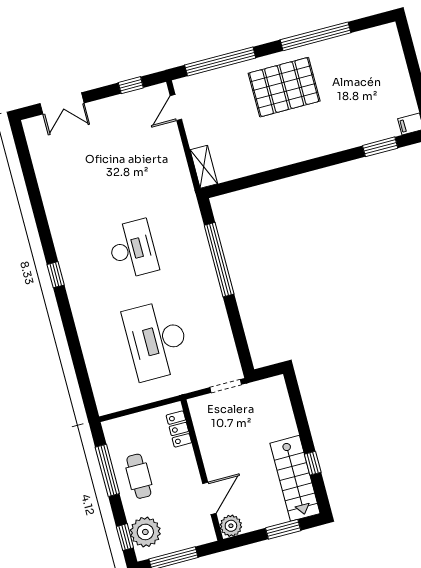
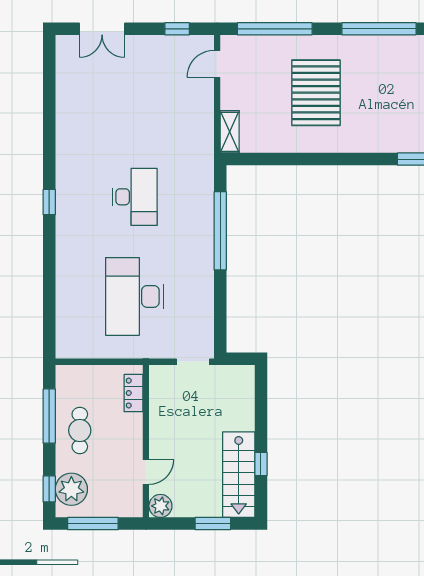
pallet: (284, 87) -> (316, 93), moved, turned 90
door: (209, 498) -> (146, 472), width x0.73

